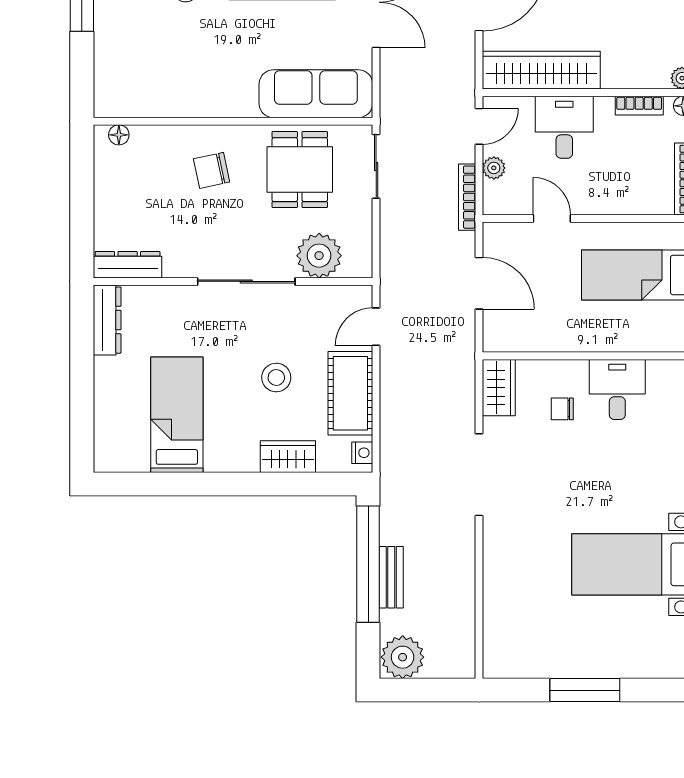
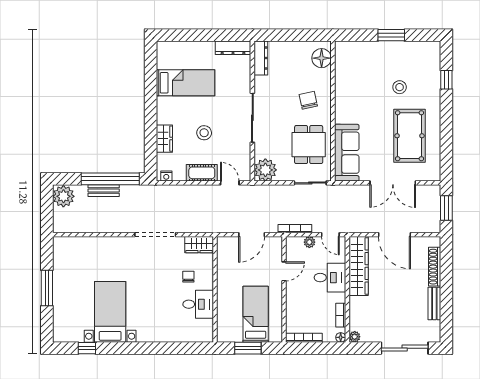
floor lamp: (119, 135) -> (322, 58), width x1.89, depth x1.89
dining table: (300, 170) -> (309, 145), turned 90
plant: (319, 256) -> (265, 170), moved
cot: (350, 393) -> (202, 173), width x0.73, depth x0.75

